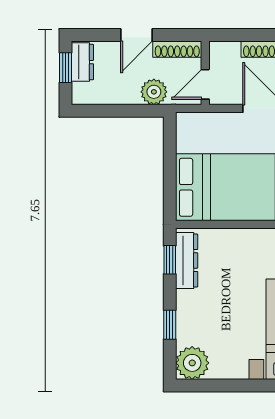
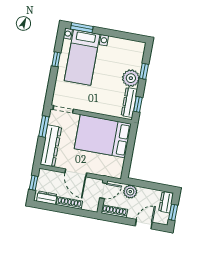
door: (136, 35) -> (144, 224), moved
dresser: (82, 62) -> (166, 202), moved
plant: (192, 363) -> (131, 78), moved

